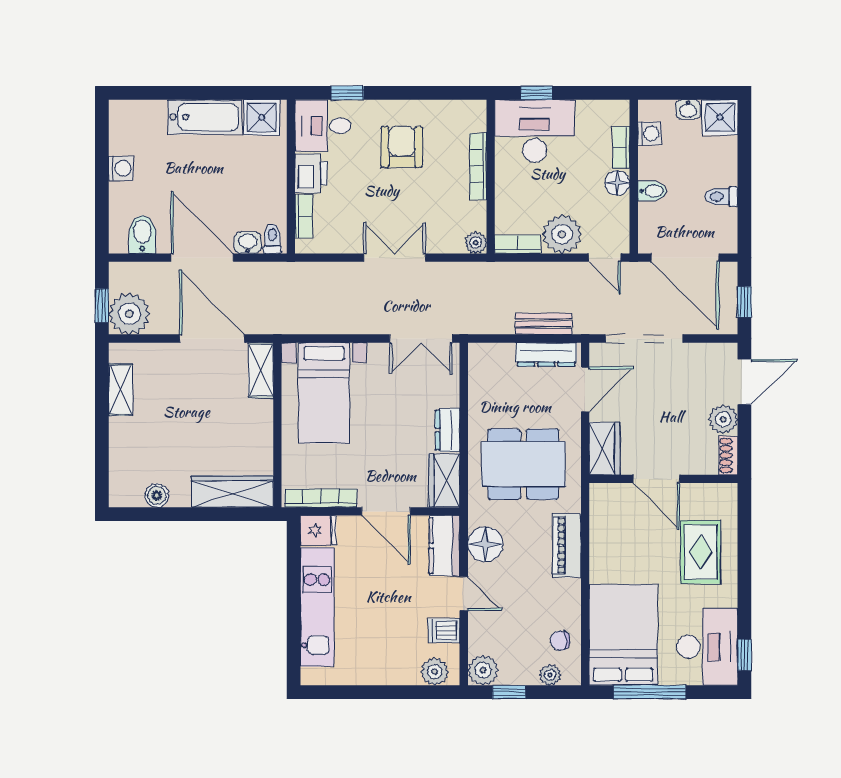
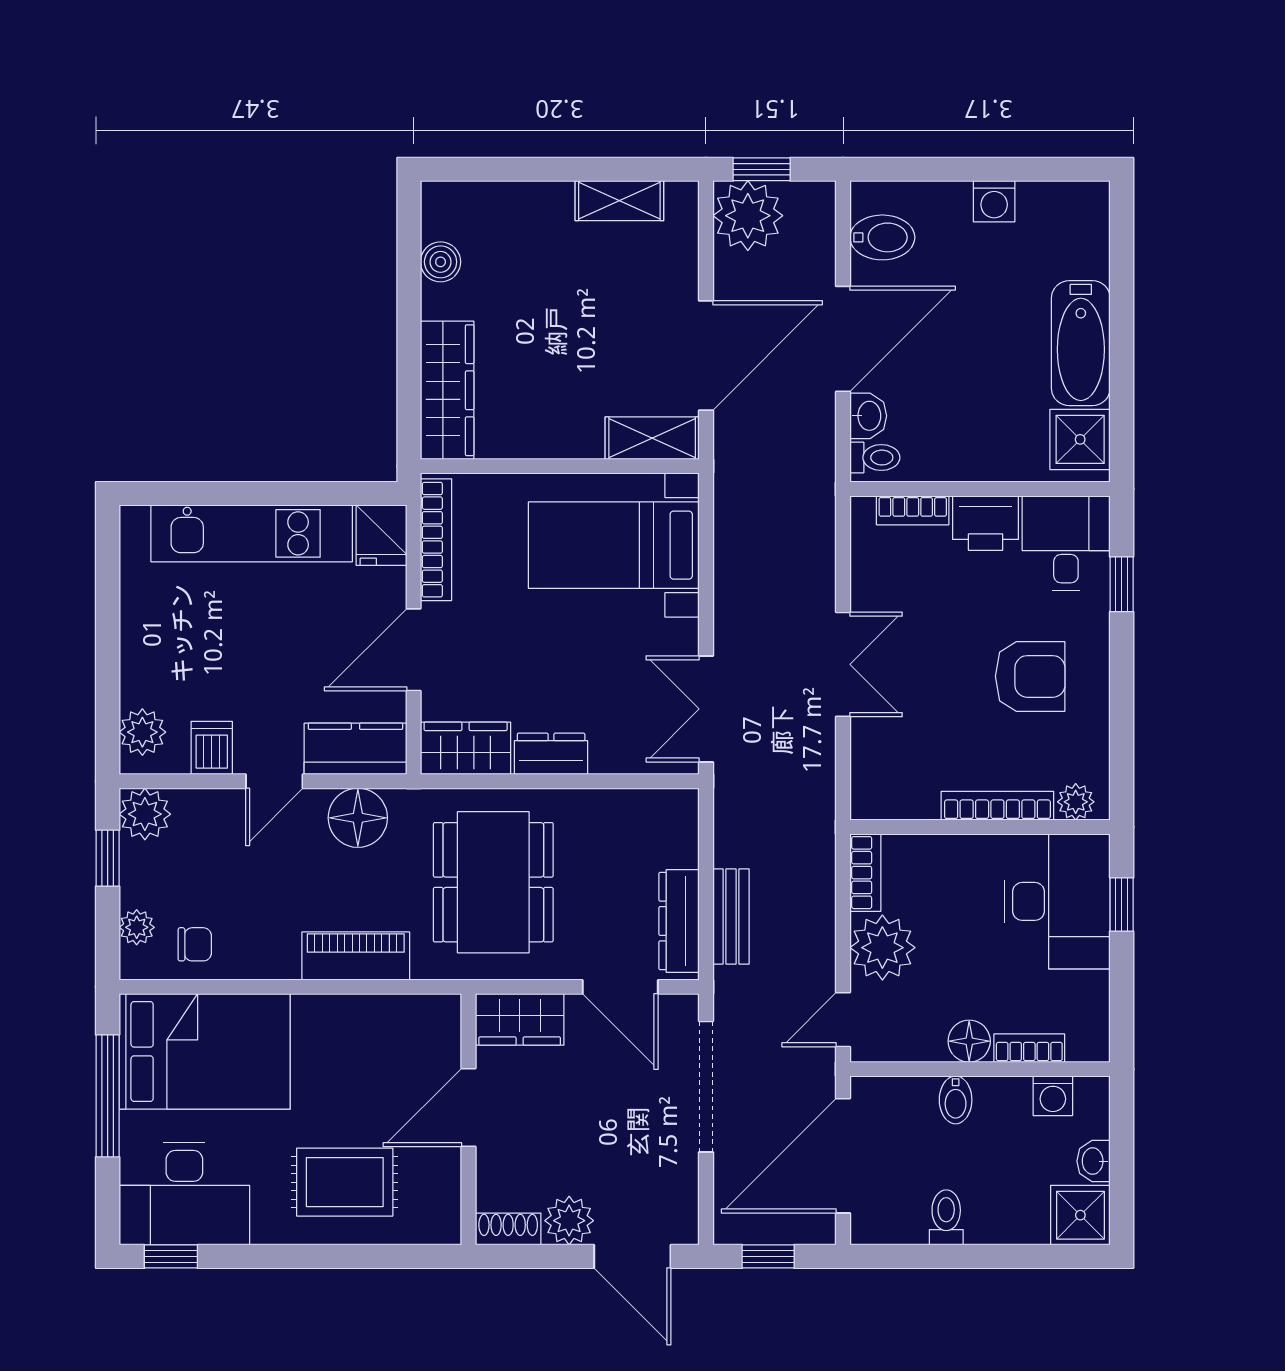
plant: (476, 243) -> (1076, 802), moved
chair: (560, 641) -> (195, 944), turned 90

